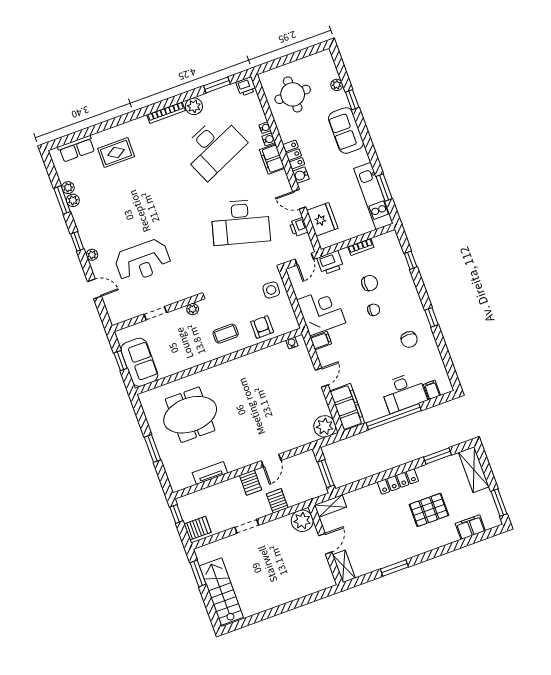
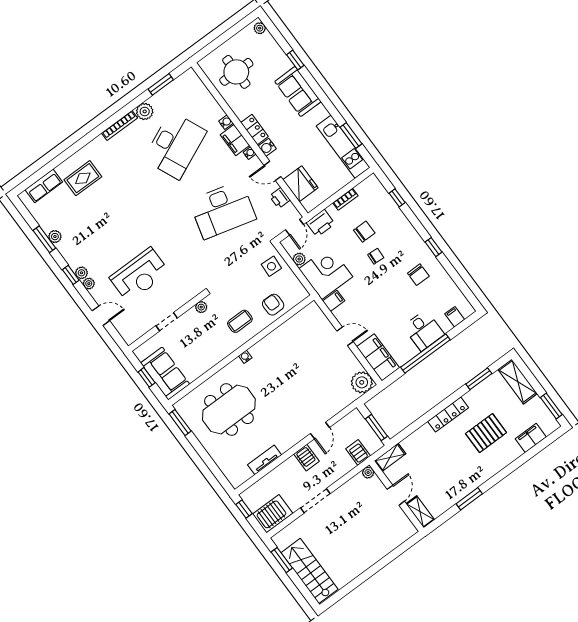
plant: (337, 85) -> (260, 28), moved
printer: (246, 86) -> (189, 77), removed
water cooler: (265, 128) -> (250, 153), moved
plant: (68, 188) -> (81, 273), moved
plant: (300, 291) -> (299, 259), added
water cooler: (292, 343) -> (245, 357), moved
door: (322, 378) -> (345, 336), hinge flipped
desk: (404, 392) -> (424, 330), width x0.73
window: (152, 448) -> (180, 423), moved
server rack: (277, 501) -> (358, 452), moved
plant: (302, 521) -> (368, 473), width x0.53, depth x0.53
doorway: (247, 526) -> (315, 501), width x1.38
server rack: (198, 528) -> (273, 514), width x1.36, depth x1.44

